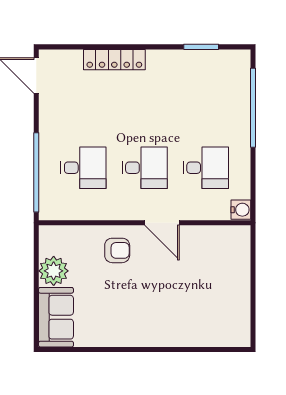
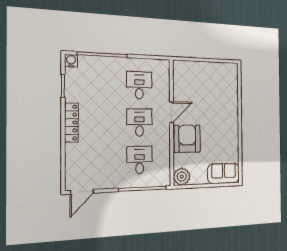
locker: (114, 60) -> (71, 123), moved
water cooler: (241, 210) -> (71, 61), moved
armchair: (117, 250) -> (187, 139), width x1.88, depth x1.88
plant: (54, 271) -> (182, 177), moved

